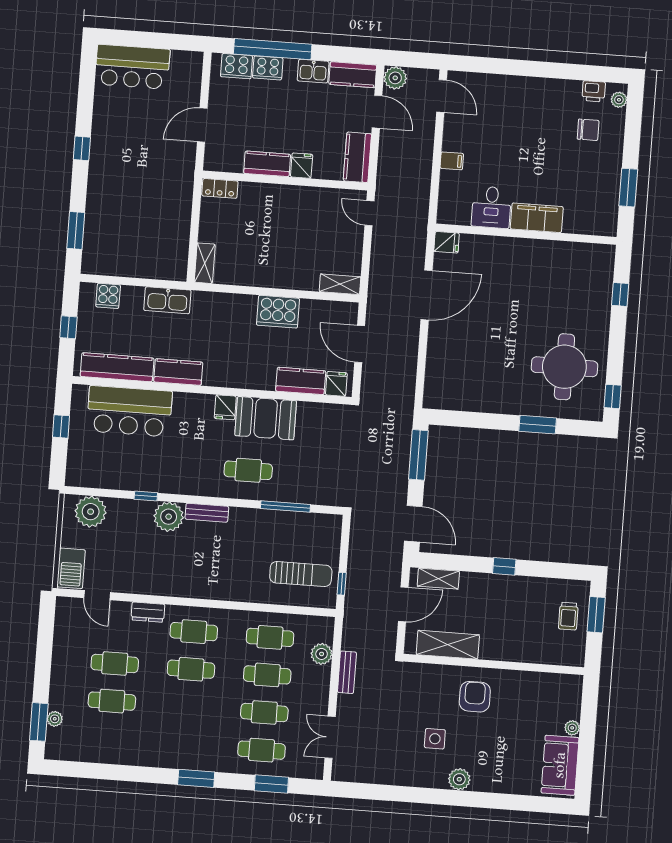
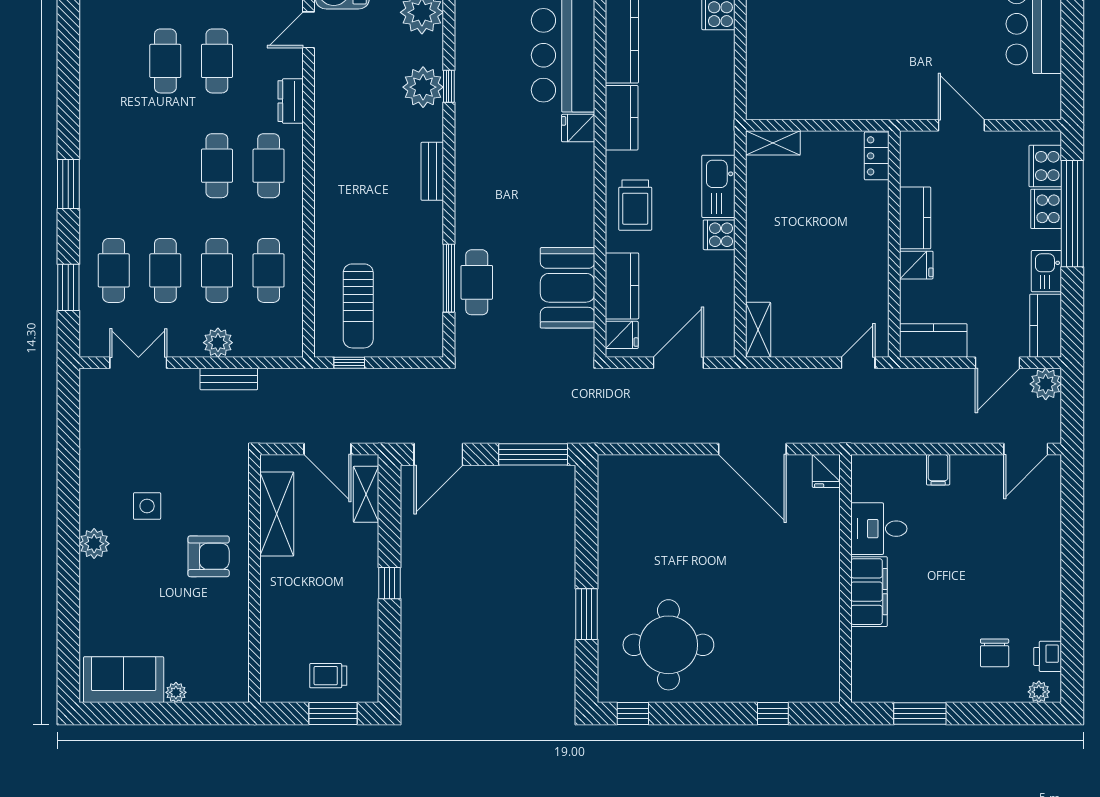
kitchen sink: (167, 300) -> (718, 186), moved
cooker: (278, 312) -> (719, 235), width x0.53, depth x0.76
trolley: (243, 367) -> (635, 205), added
fridge: (225, 407) -> (578, 128), moved
booth: (266, 418) -> (568, 288), moved
cafe table: (248, 470) -> (477, 282), moved
plant: (169, 517) -> (423, 87), moved
plant: (322, 654) -> (218, 343), moved

